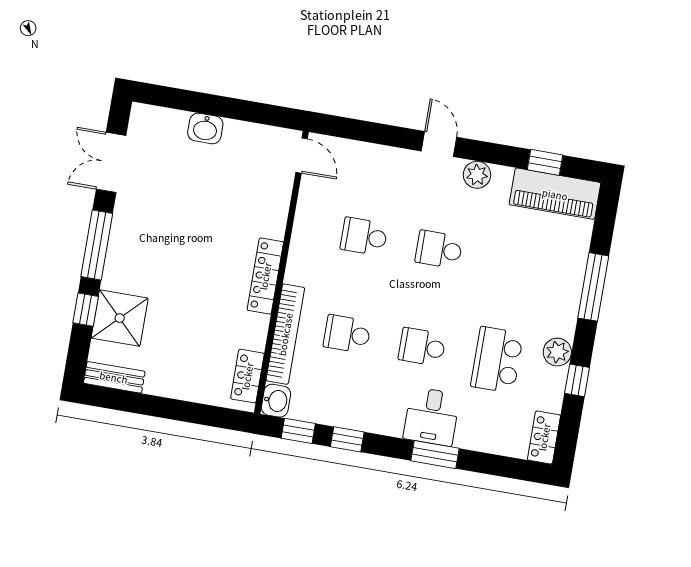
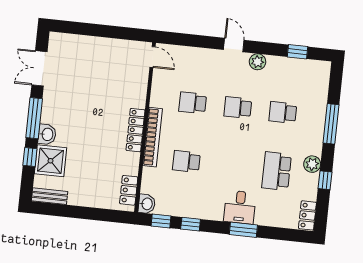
washbasin: (205, 128) -> (47, 134), moved, turned -90
piano: (555, 194) -> (305, 70), removed
bookcase: (285, 334) -> (153, 137), moved
school desk: (422, 347) -> (283, 112), moved

